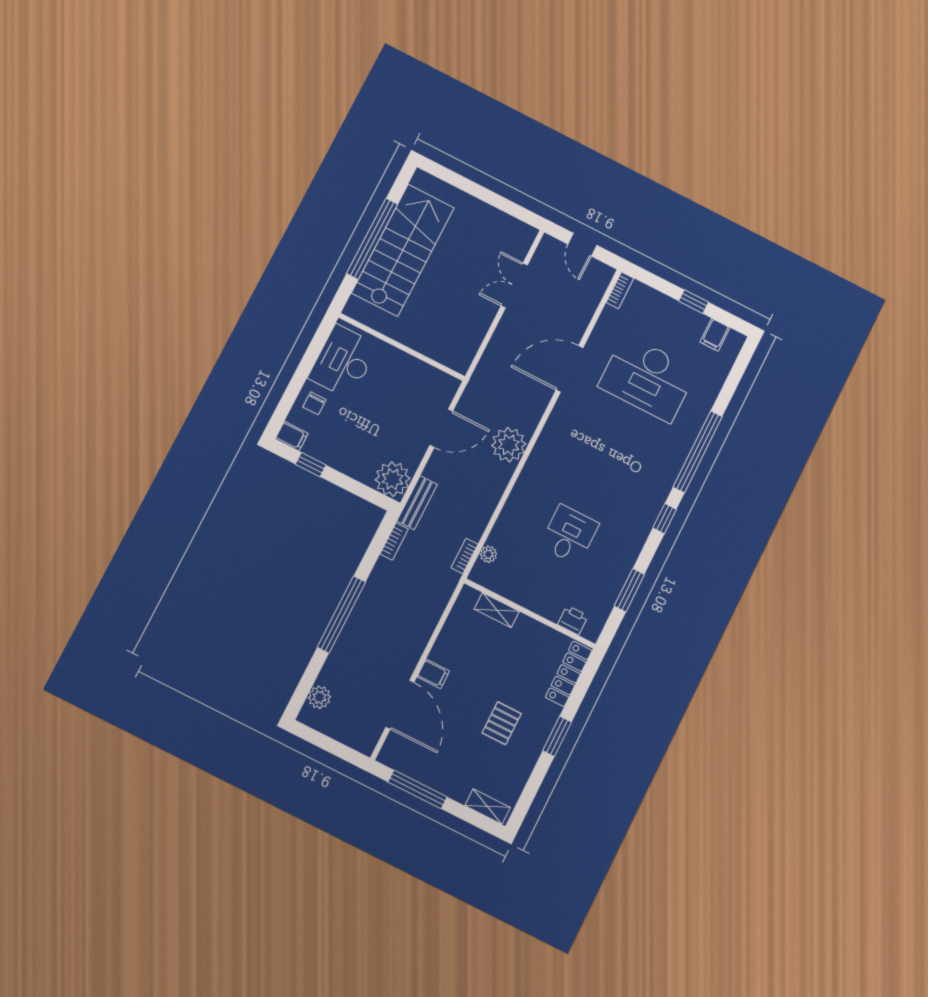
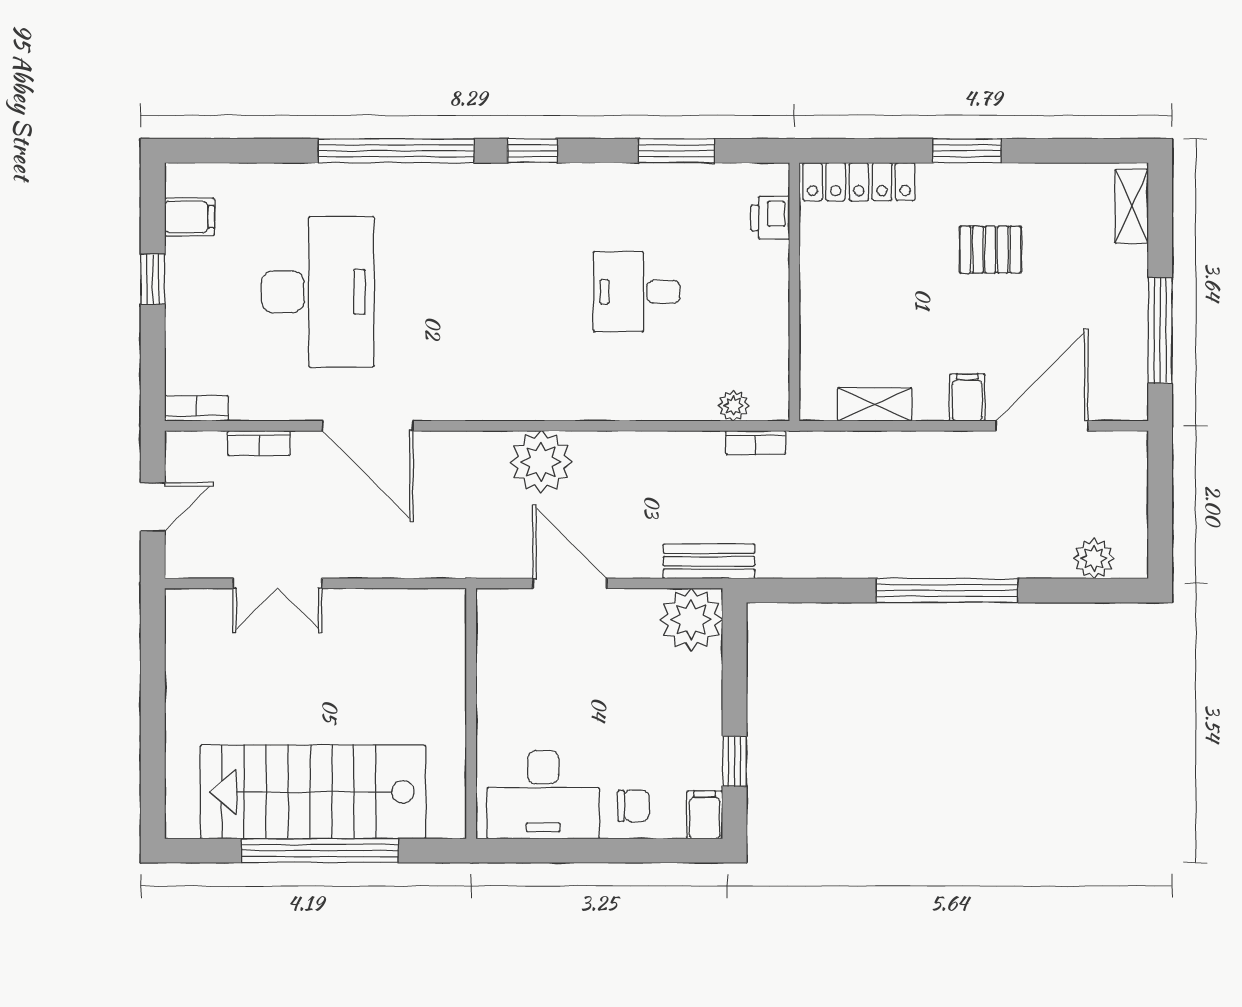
bookcase: (394, 541) -> (259, 443), moved, turned 180
shelving: (497, 610) -> (875, 404), moved, turned 90

